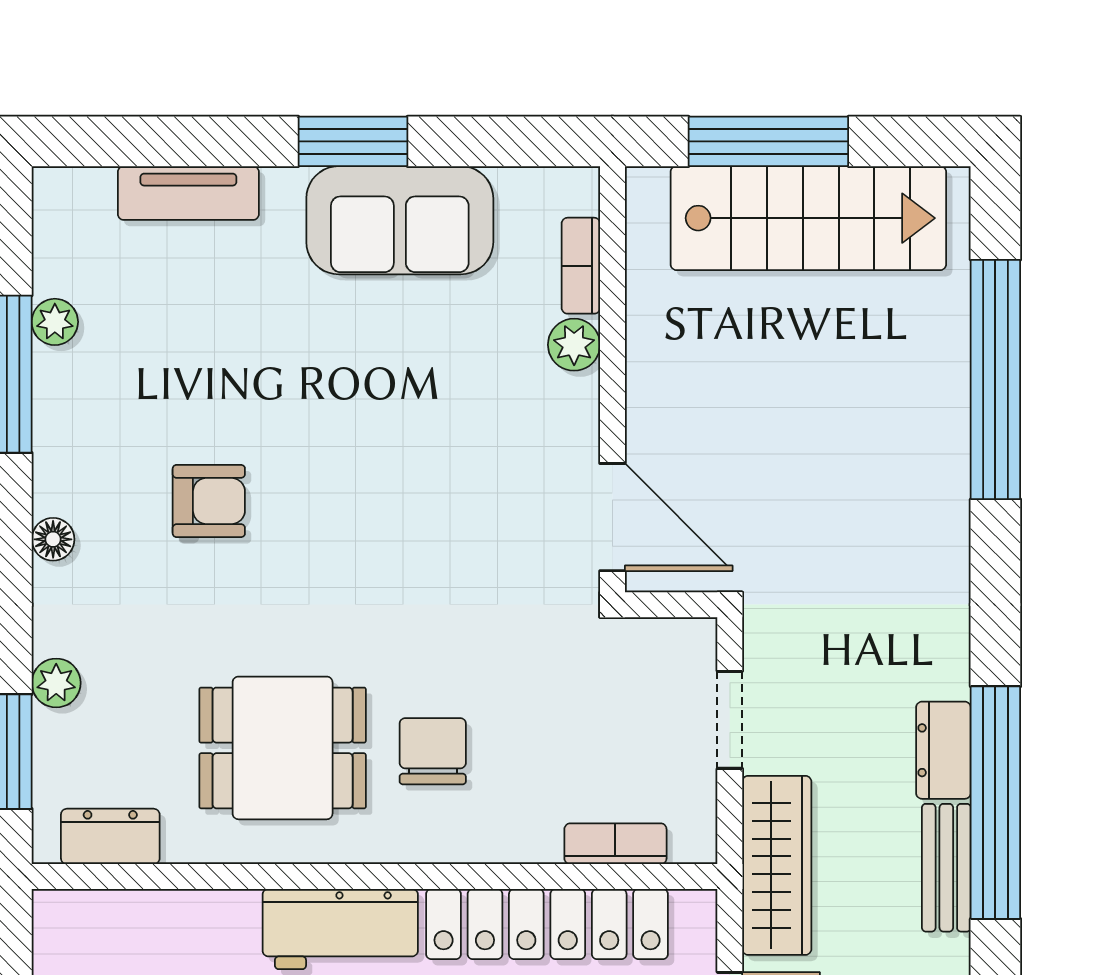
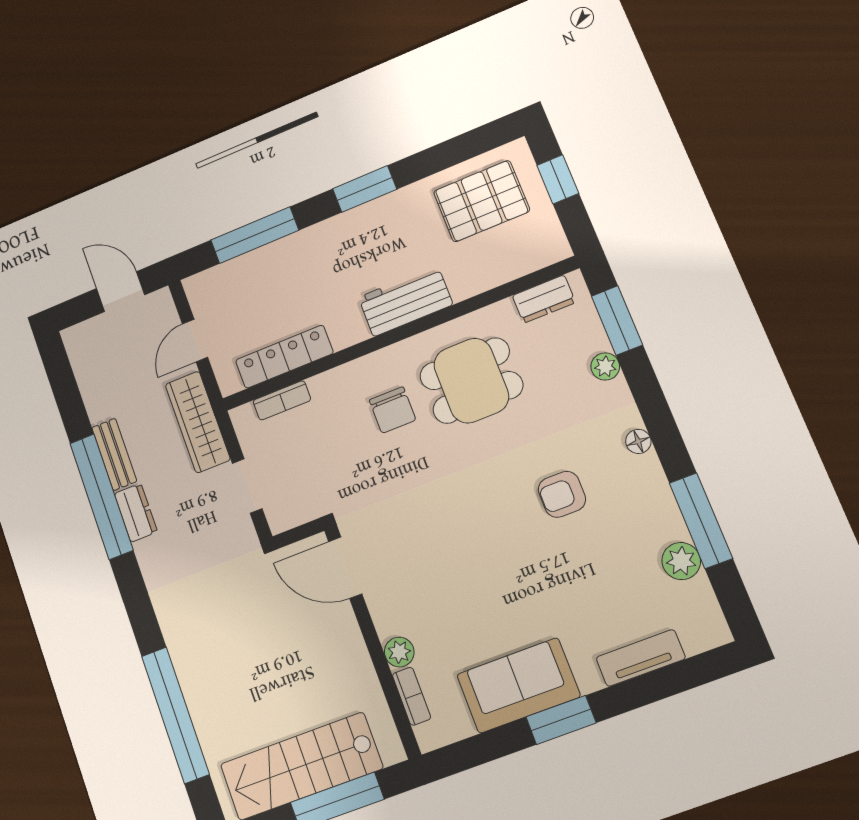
plant: (55, 322) -> (681, 561), width x1.38, depth x1.38
locker: (547, 924) -> (284, 357), width x0.71, depth x0.83

